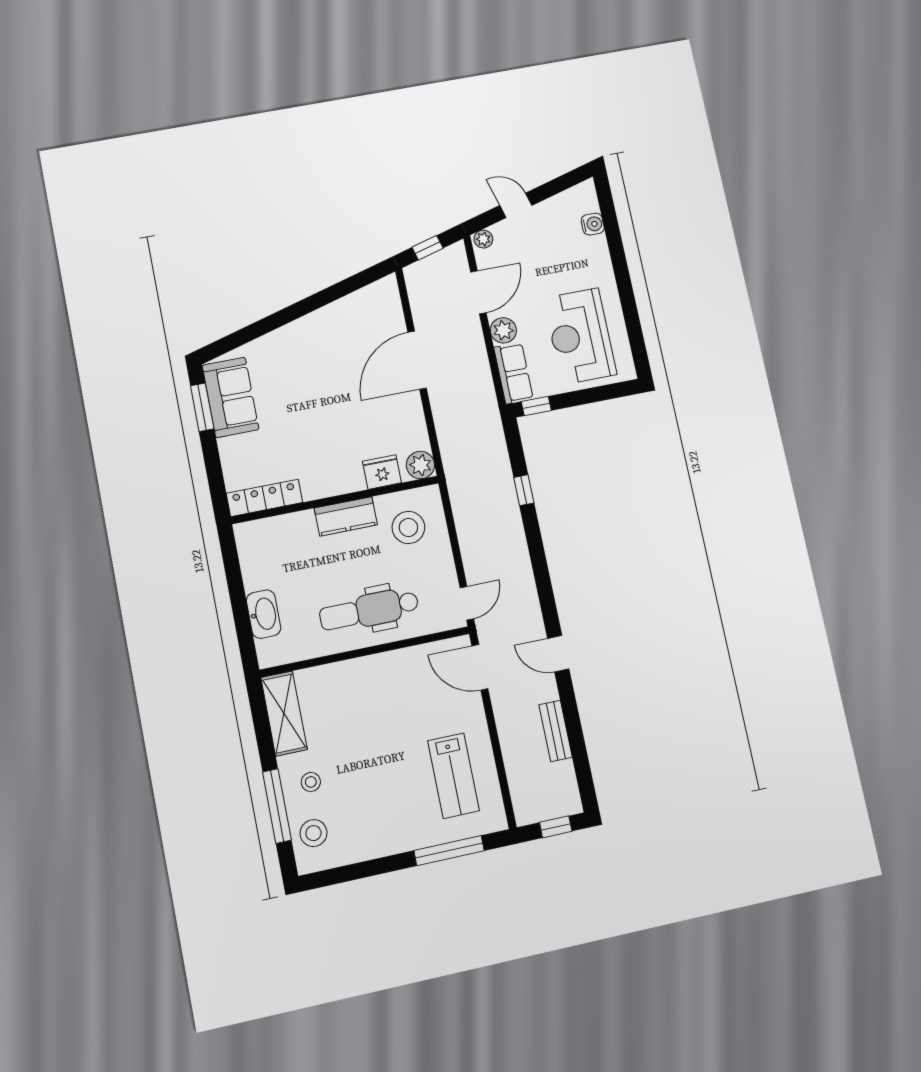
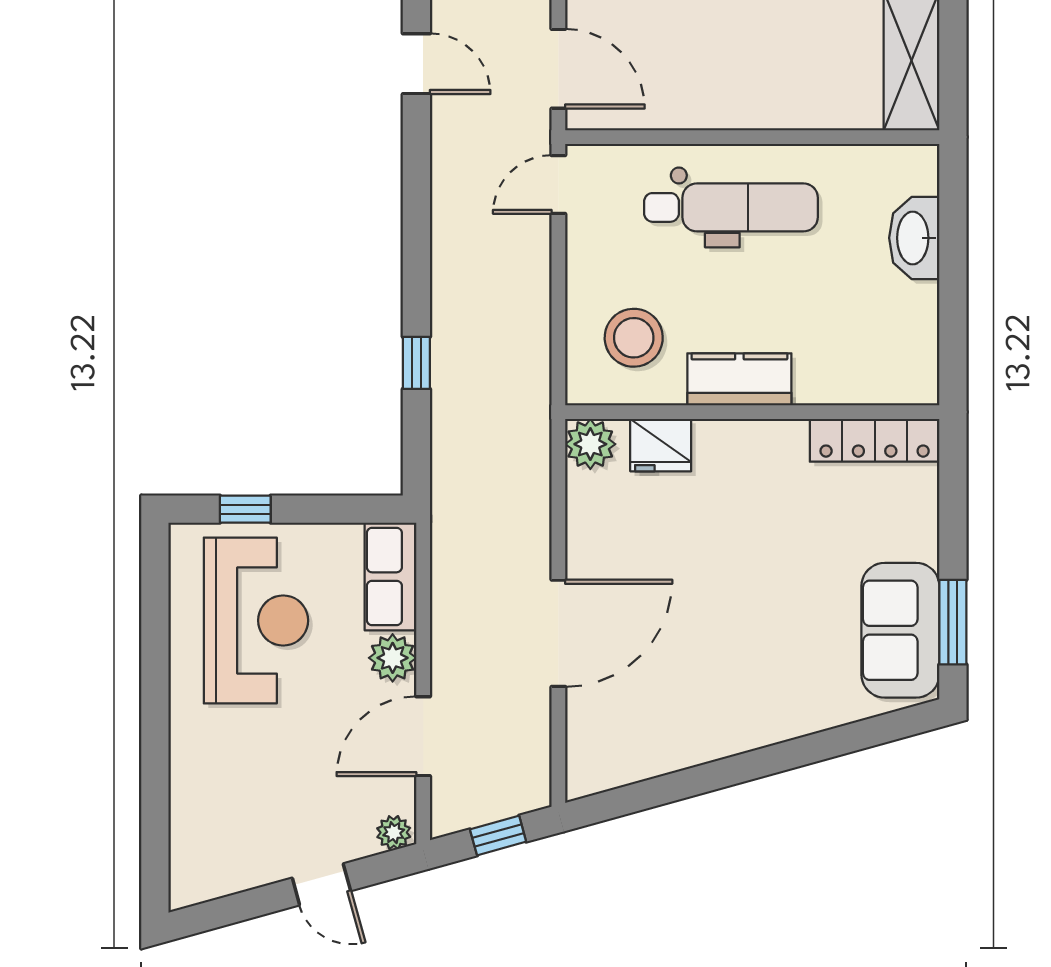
water cooler: (593, 224) -> (188, 823), removed
window: (536, 406) -> (245, 509), moved

